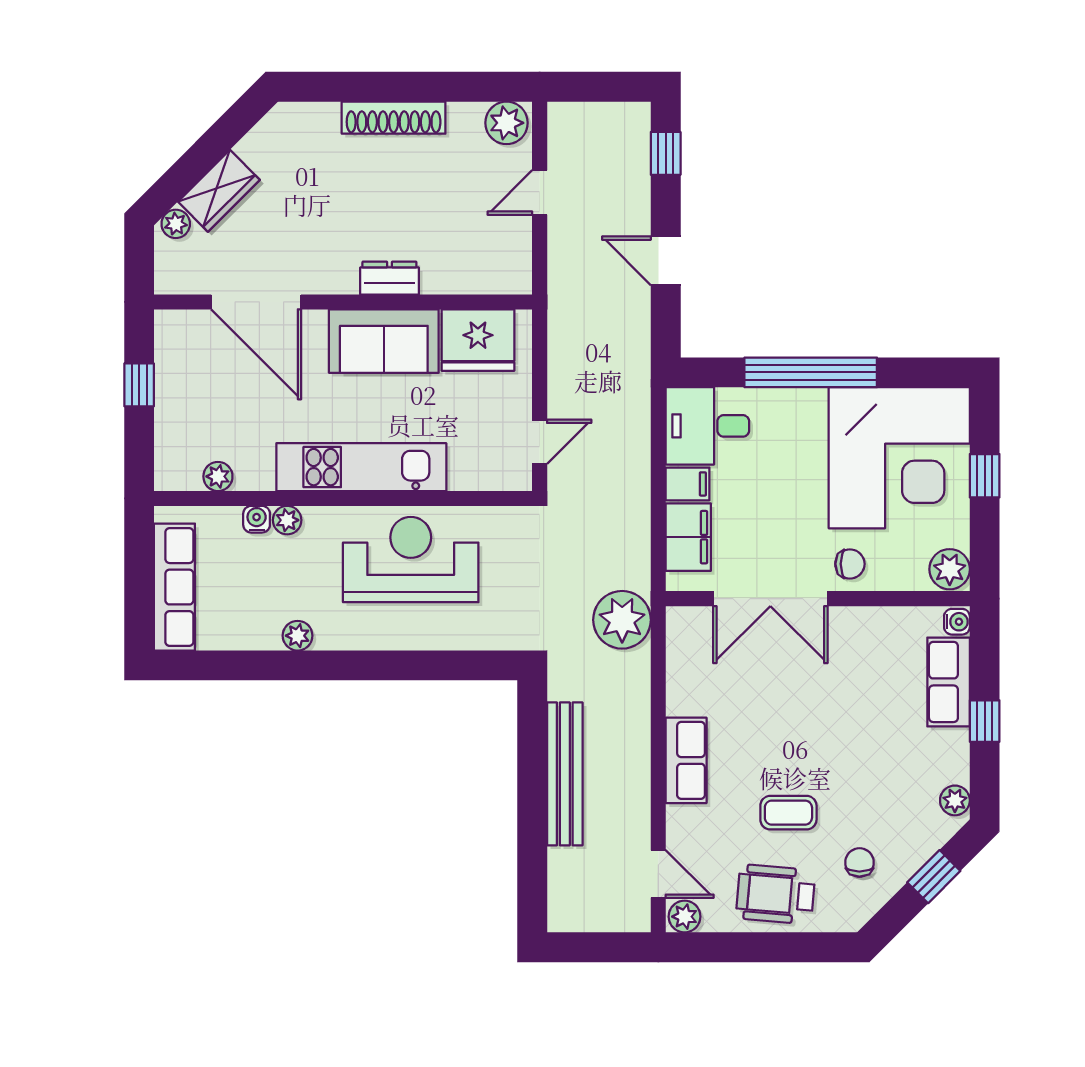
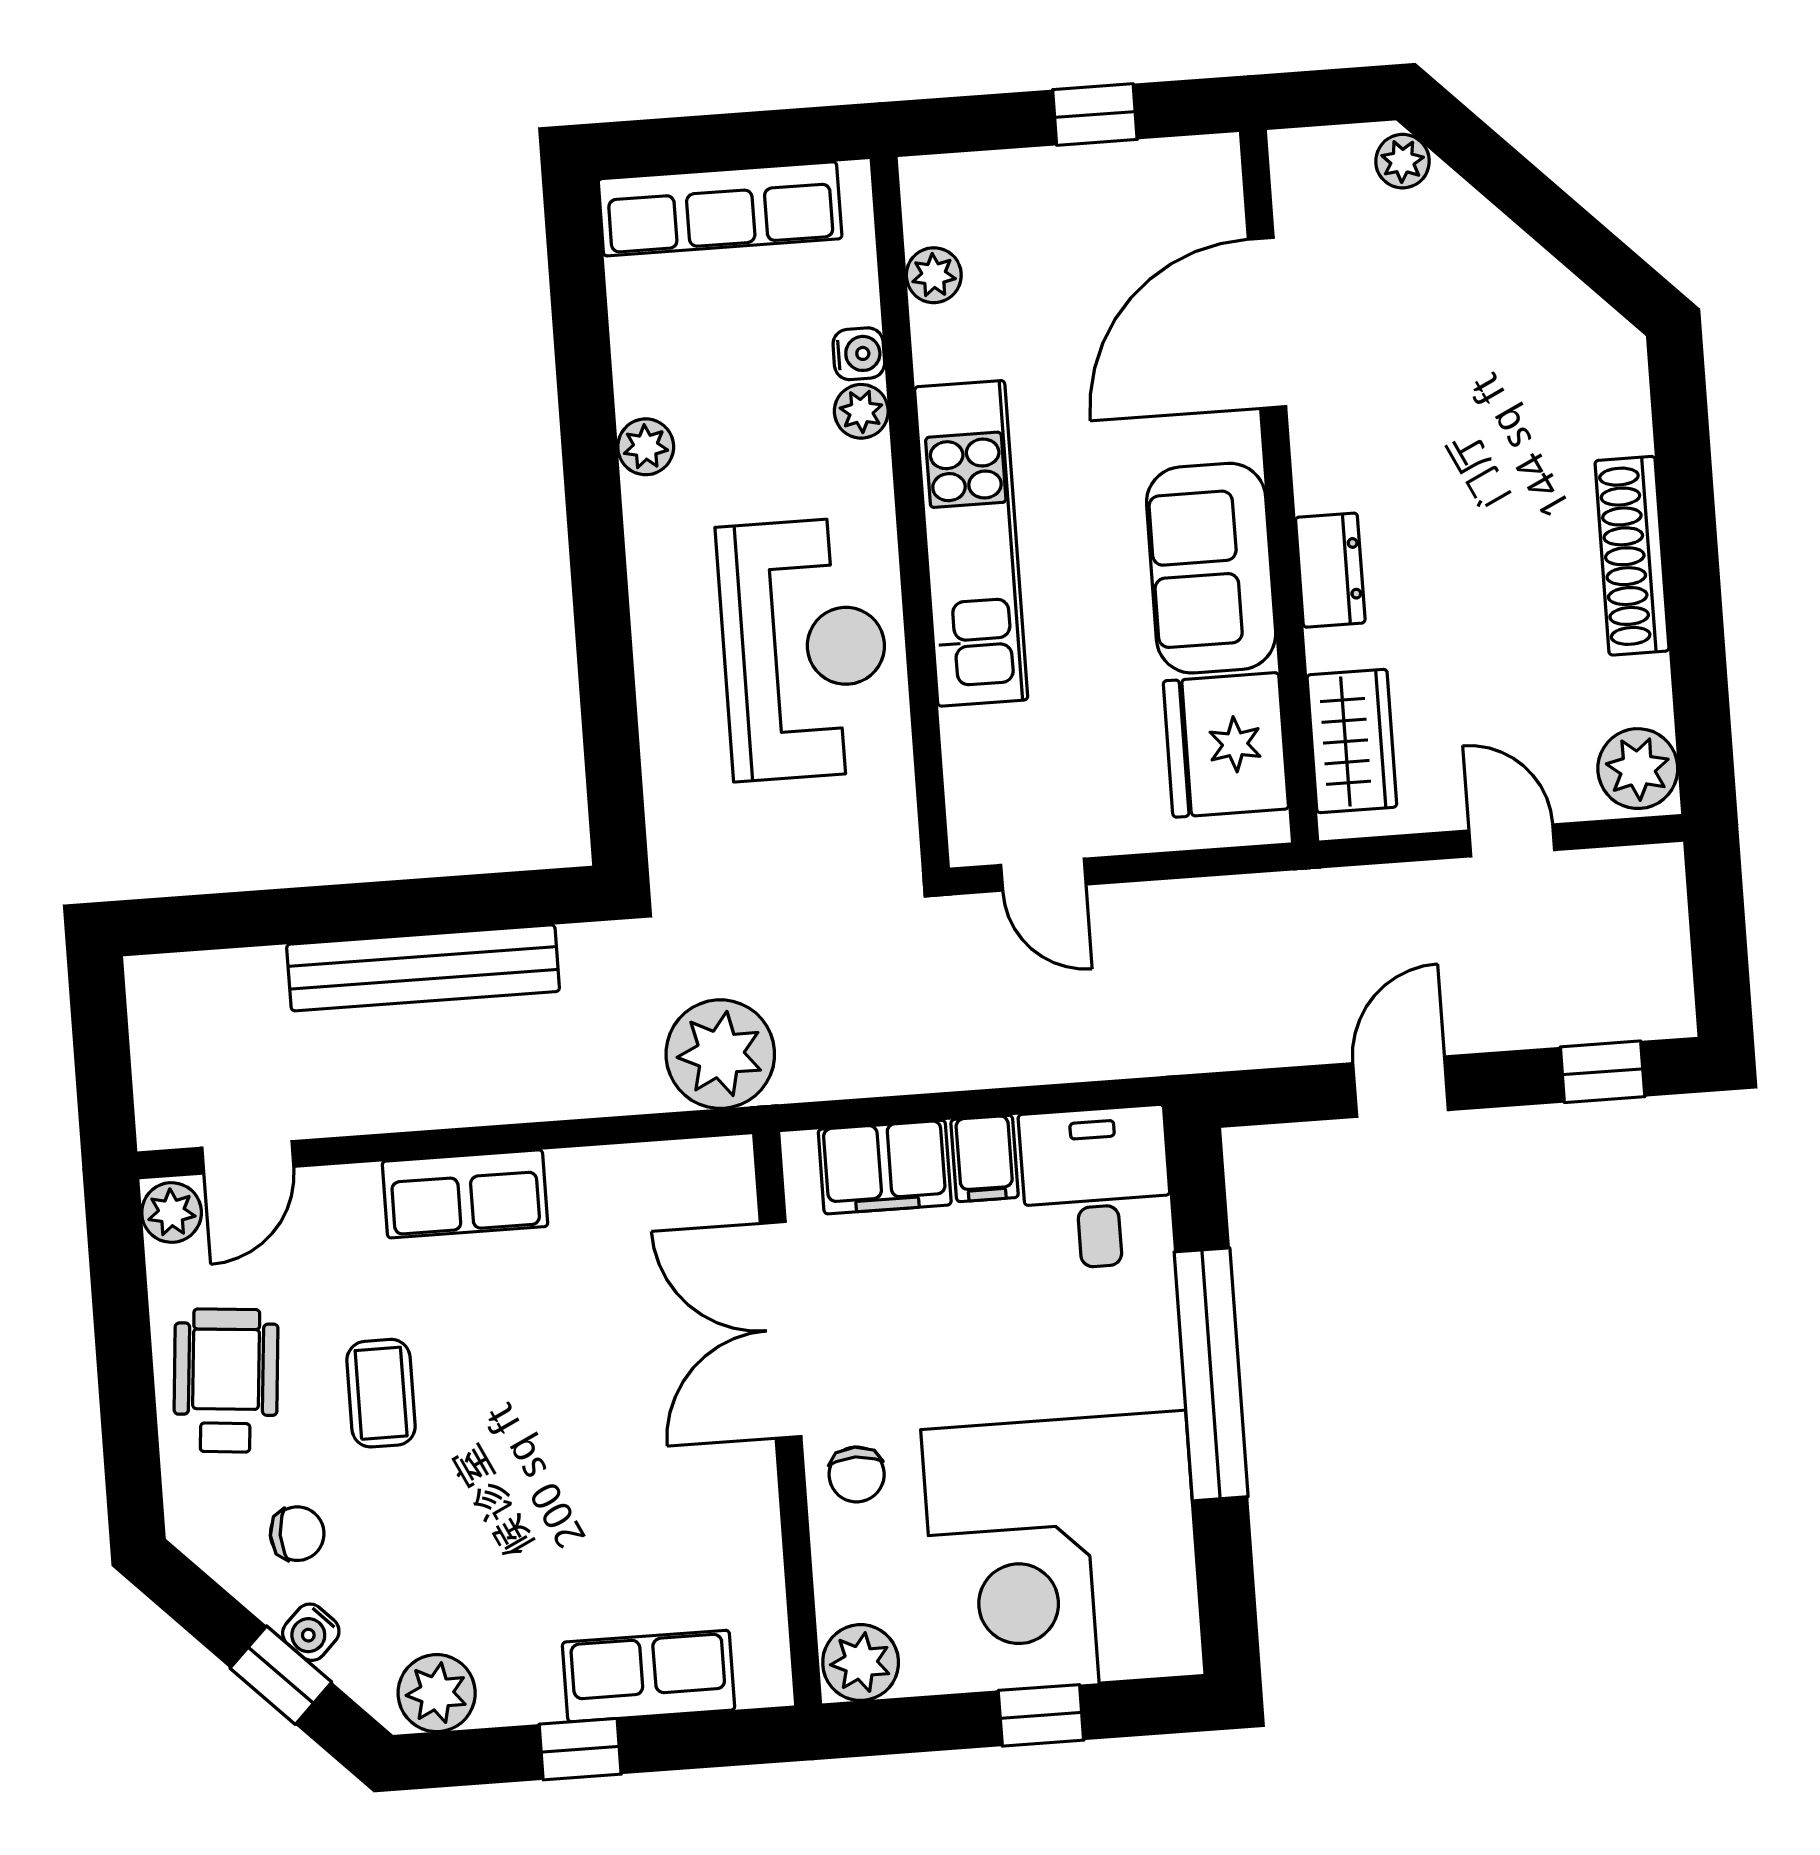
wardrobe: (219, 191) -> (1352, 741), moved, turned -135
water cooler: (957, 622) -> (311, 1632), moved, turned 45
plant: (955, 800) -> (437, 1693), width x1.38, depth x1.38

